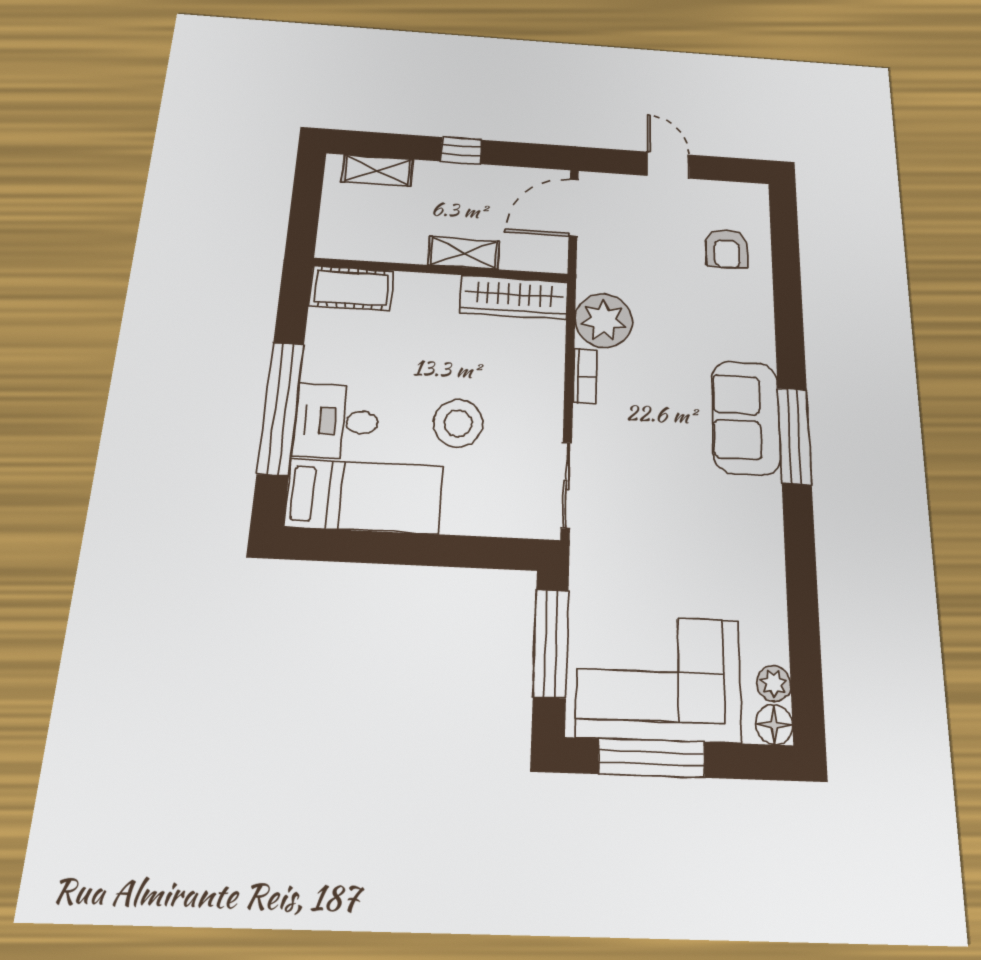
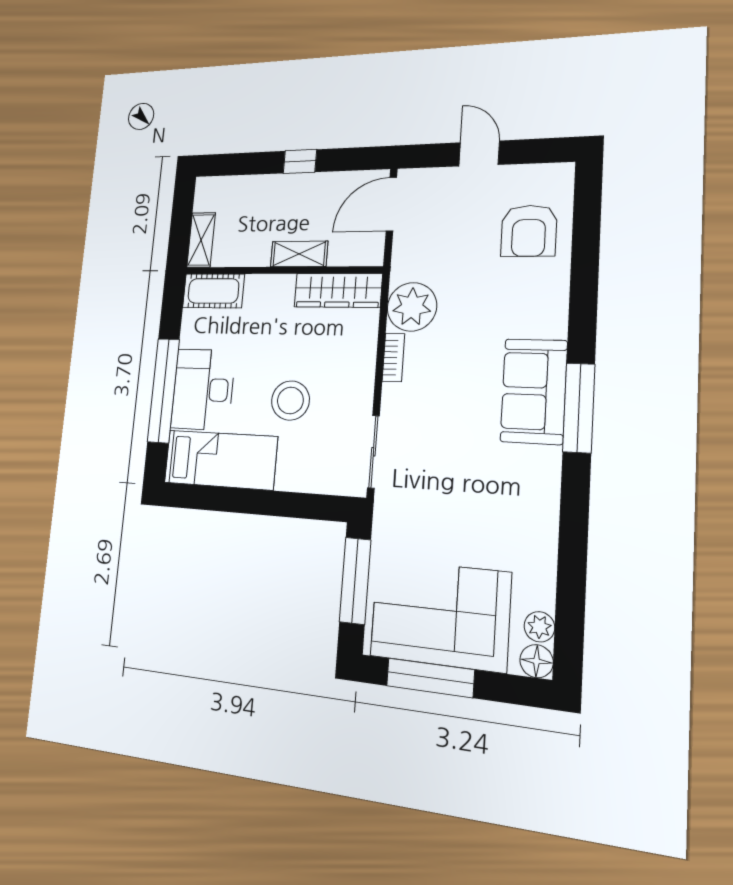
shelving: (377, 171) -> (201, 240), moved, turned 90
armchair: (727, 249) -> (529, 231), width x1.38, depth x1.38
desk: (337, 421) -> (203, 389), width x1.37

